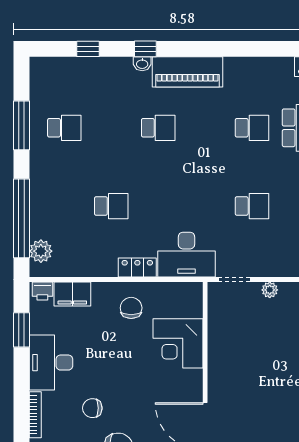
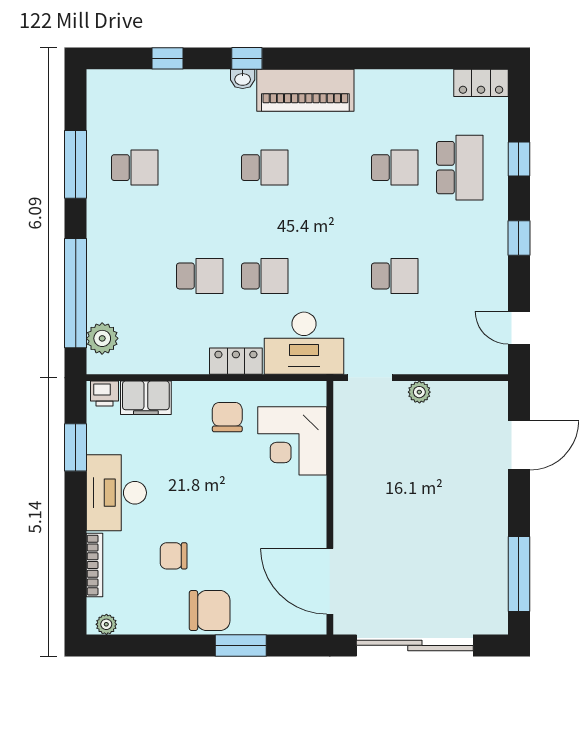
school desk: (158, 206) -> (265, 276), added
corner desk: (178, 343) -> (292, 441), moved

